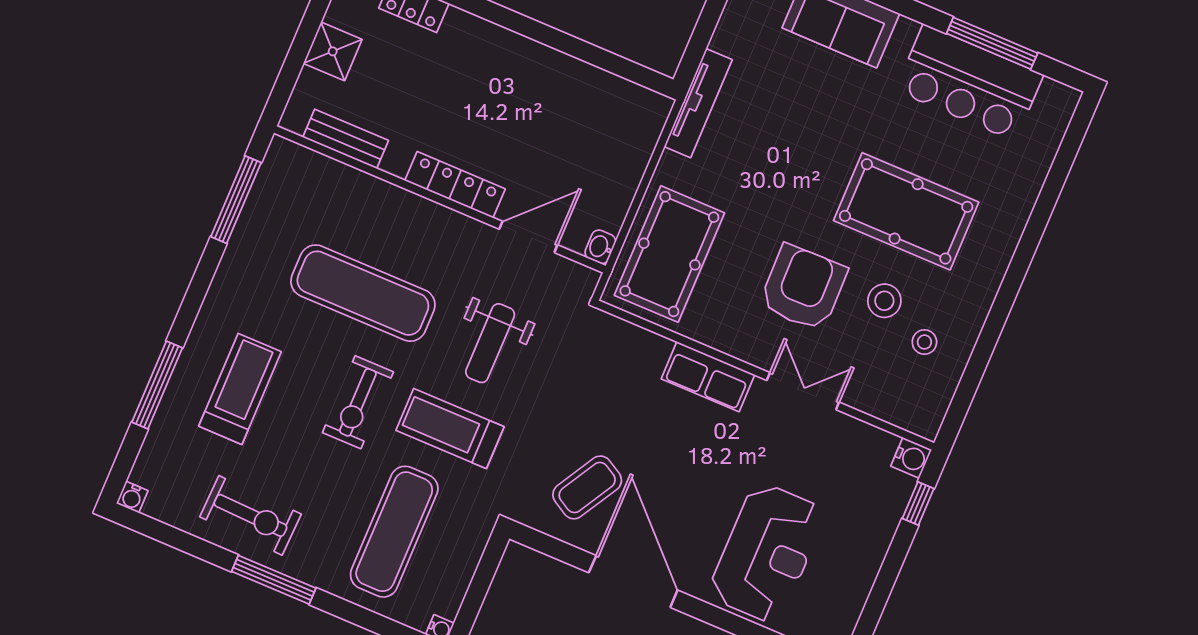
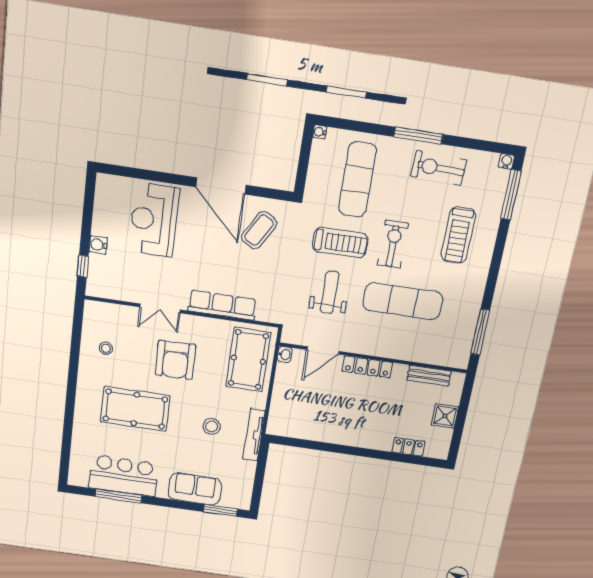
stool: (884, 301) -> (212, 426), moved
row of seats: (708, 377) -> (222, 305), width x1.48
window: (157, 385) -> (511, 195), moved
water cooler: (911, 458) -> (98, 245), moved

